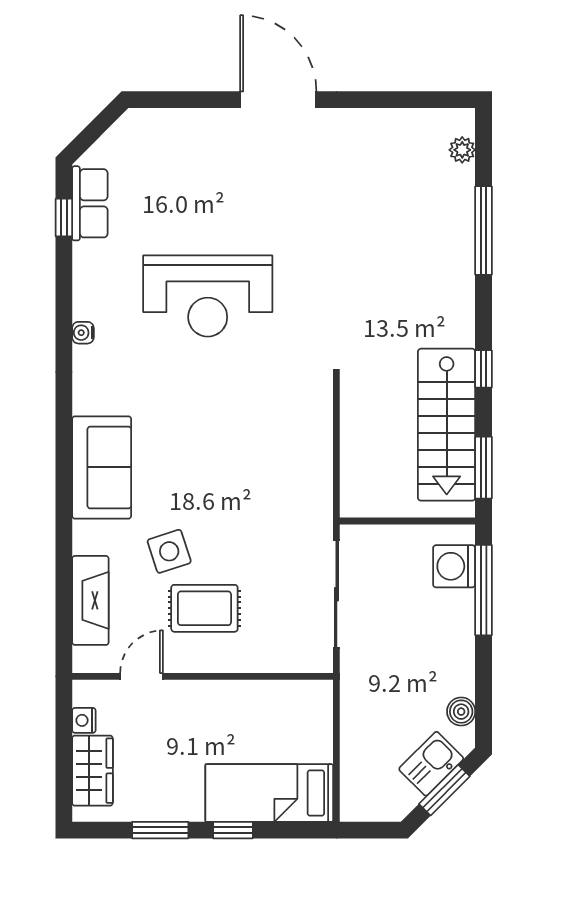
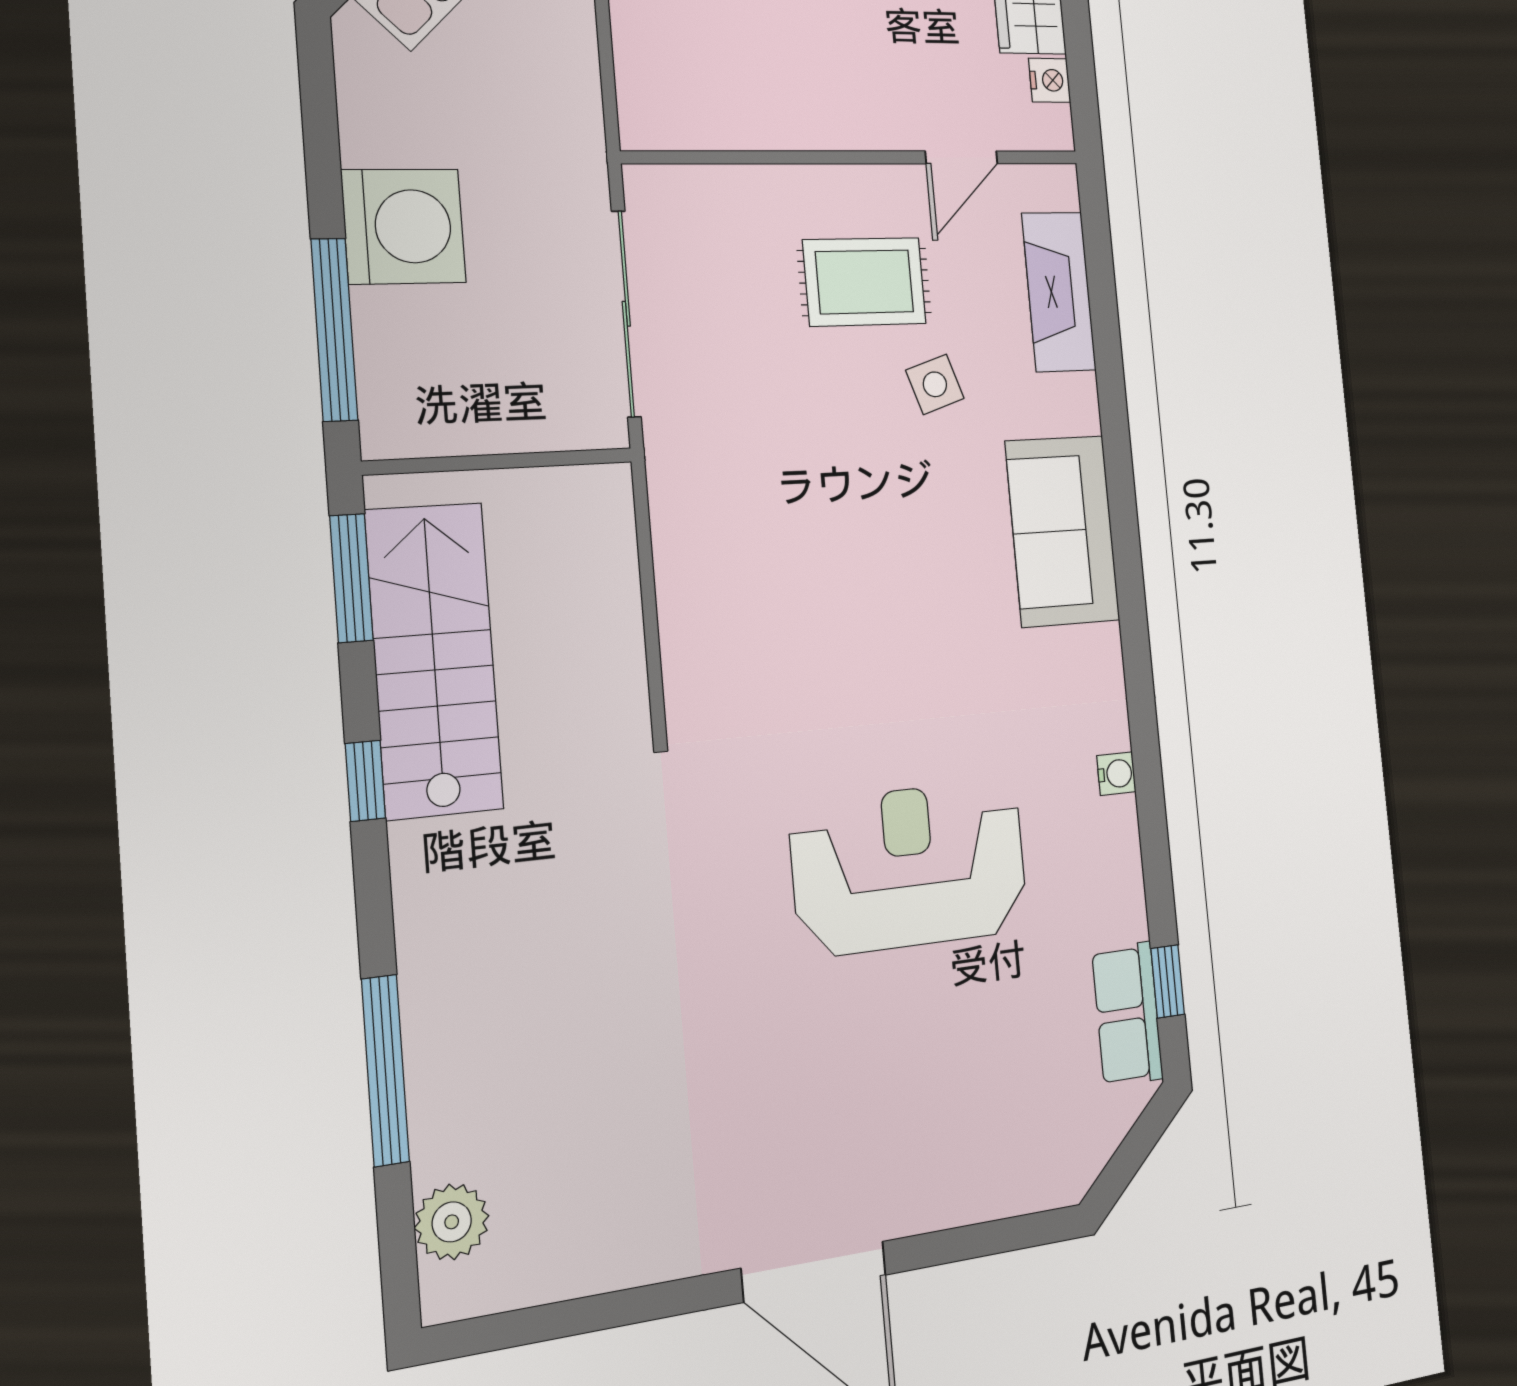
plant: (462, 150) -> (452, 1222), width x1.38, depth x1.38
side table: (169, 551) -> (935, 384), width x0.73, depth x0.73
washing machine: (454, 566) -> (404, 226), moved, width x1.37, depth x1.37
boiler: (461, 712) -> (364, 88), removed

